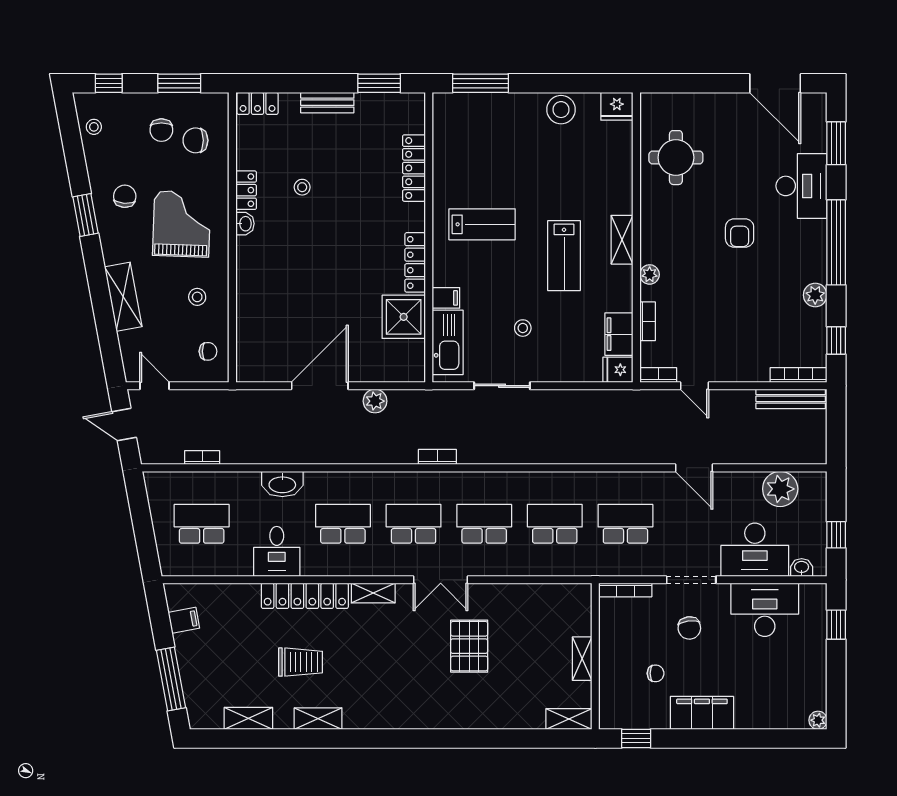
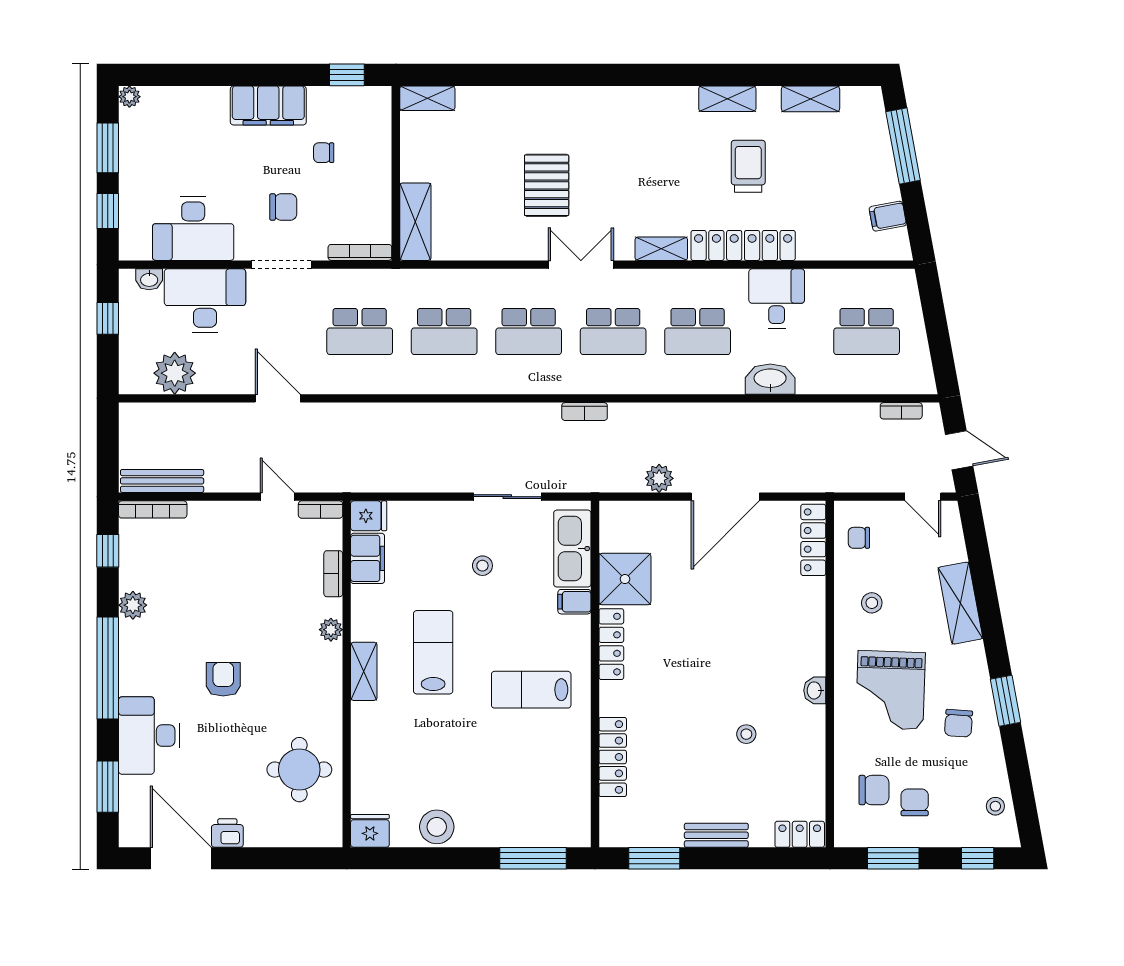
printer: (736, 104) -> (227, 833), added
locker: (246, 190) -> (813, 540), moved, width x1.53
bookcase: (202, 458) -> (901, 411), moved
chair: (689, 628) -> (283, 207), turned 97
shelving: (582, 659) -> (415, 222), moved, width x1.50, depth x1.33
trolley: (301, 662) -> (748, 166), turned 90
window: (836, 677) -> (108, 148), added

